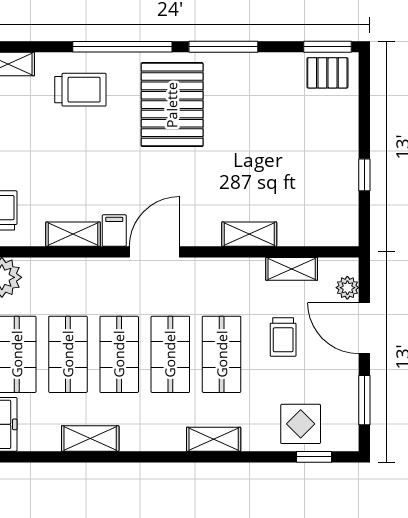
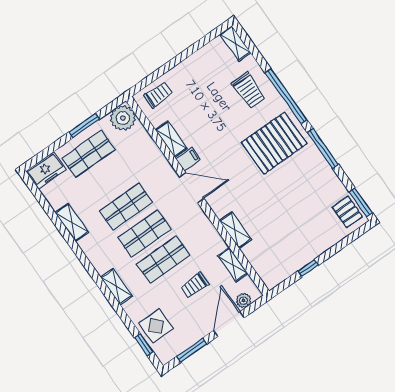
shop shelf: (68, 354) -> (107, 180), removed

